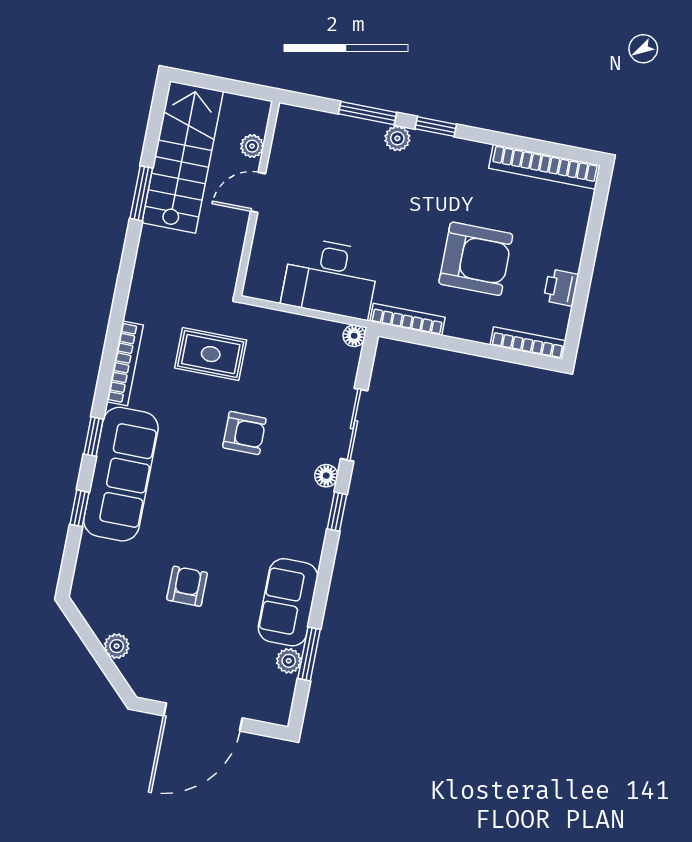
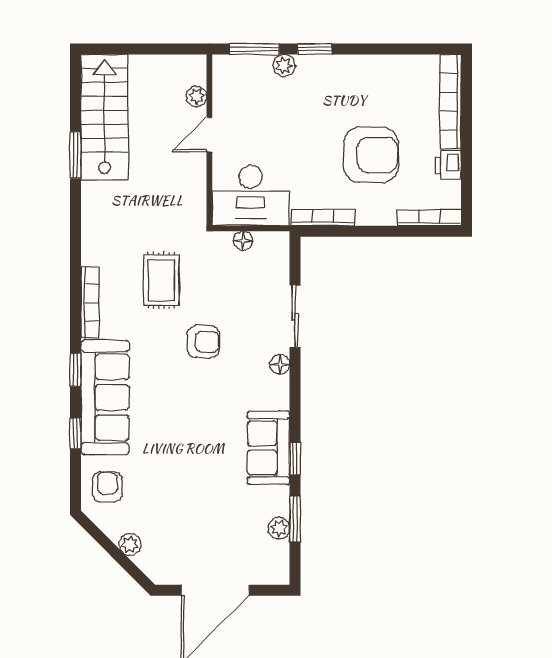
plant: (252, 146) -> (197, 96), moved
bookcase: (544, 167) -> (450, 102), moved, turned 90
door: (258, 192) -> (209, 135), moved
wall: (257, 198) -> (209, 140), moved
floor lamp: (354, 336) -> (243, 241), moved
rug: (211, 354) -> (161, 280), turned 90
window: (337, 512) -> (295, 459), moved
armchair: (187, 586) -> (107, 487), moved
sofa: (288, 602) -> (269, 448), moved

